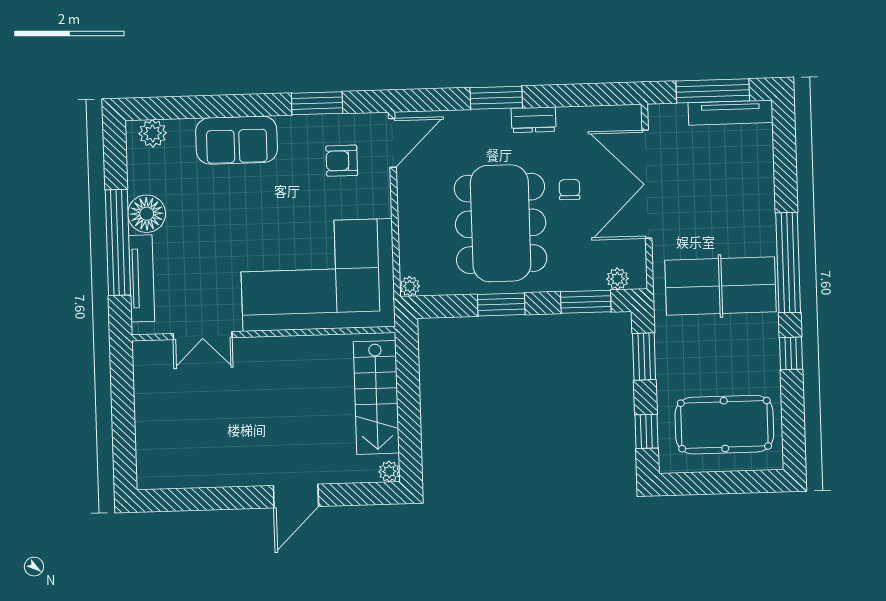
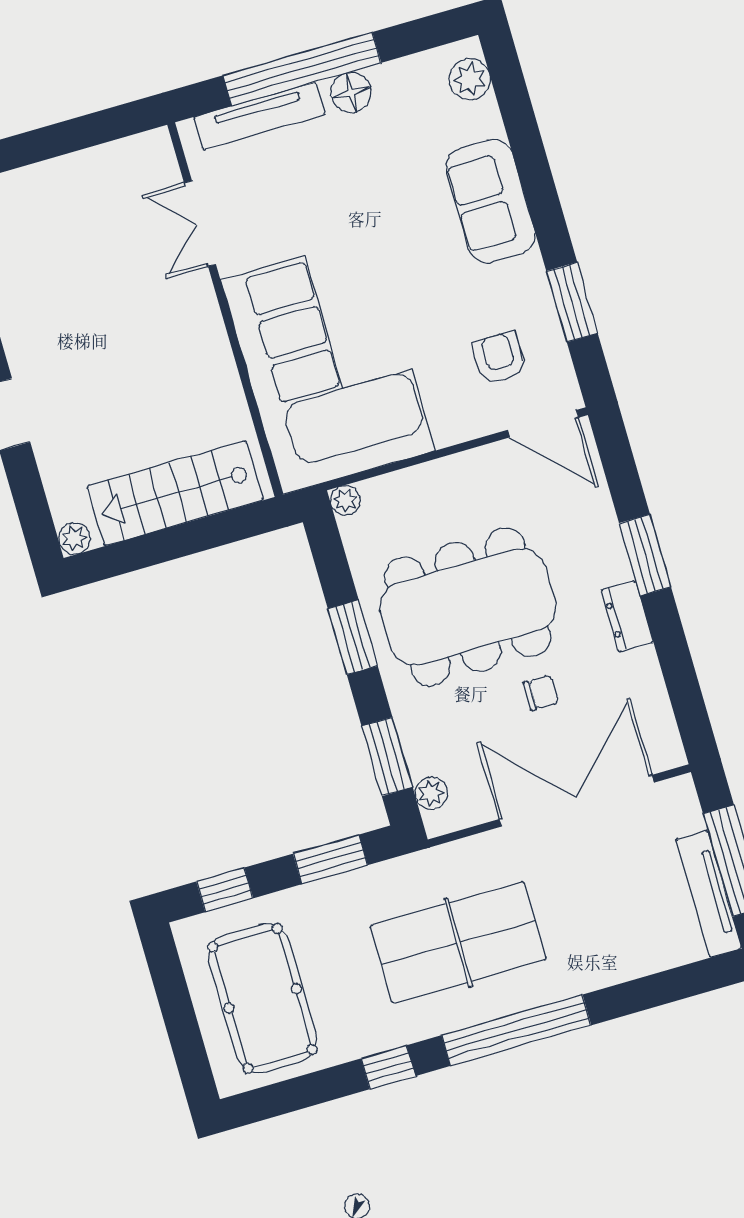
floor lamp: (147, 214) -> (351, 93), width x0.73, depth x0.73
table tennis table: (720, 286) -> (458, 942), turned 90

